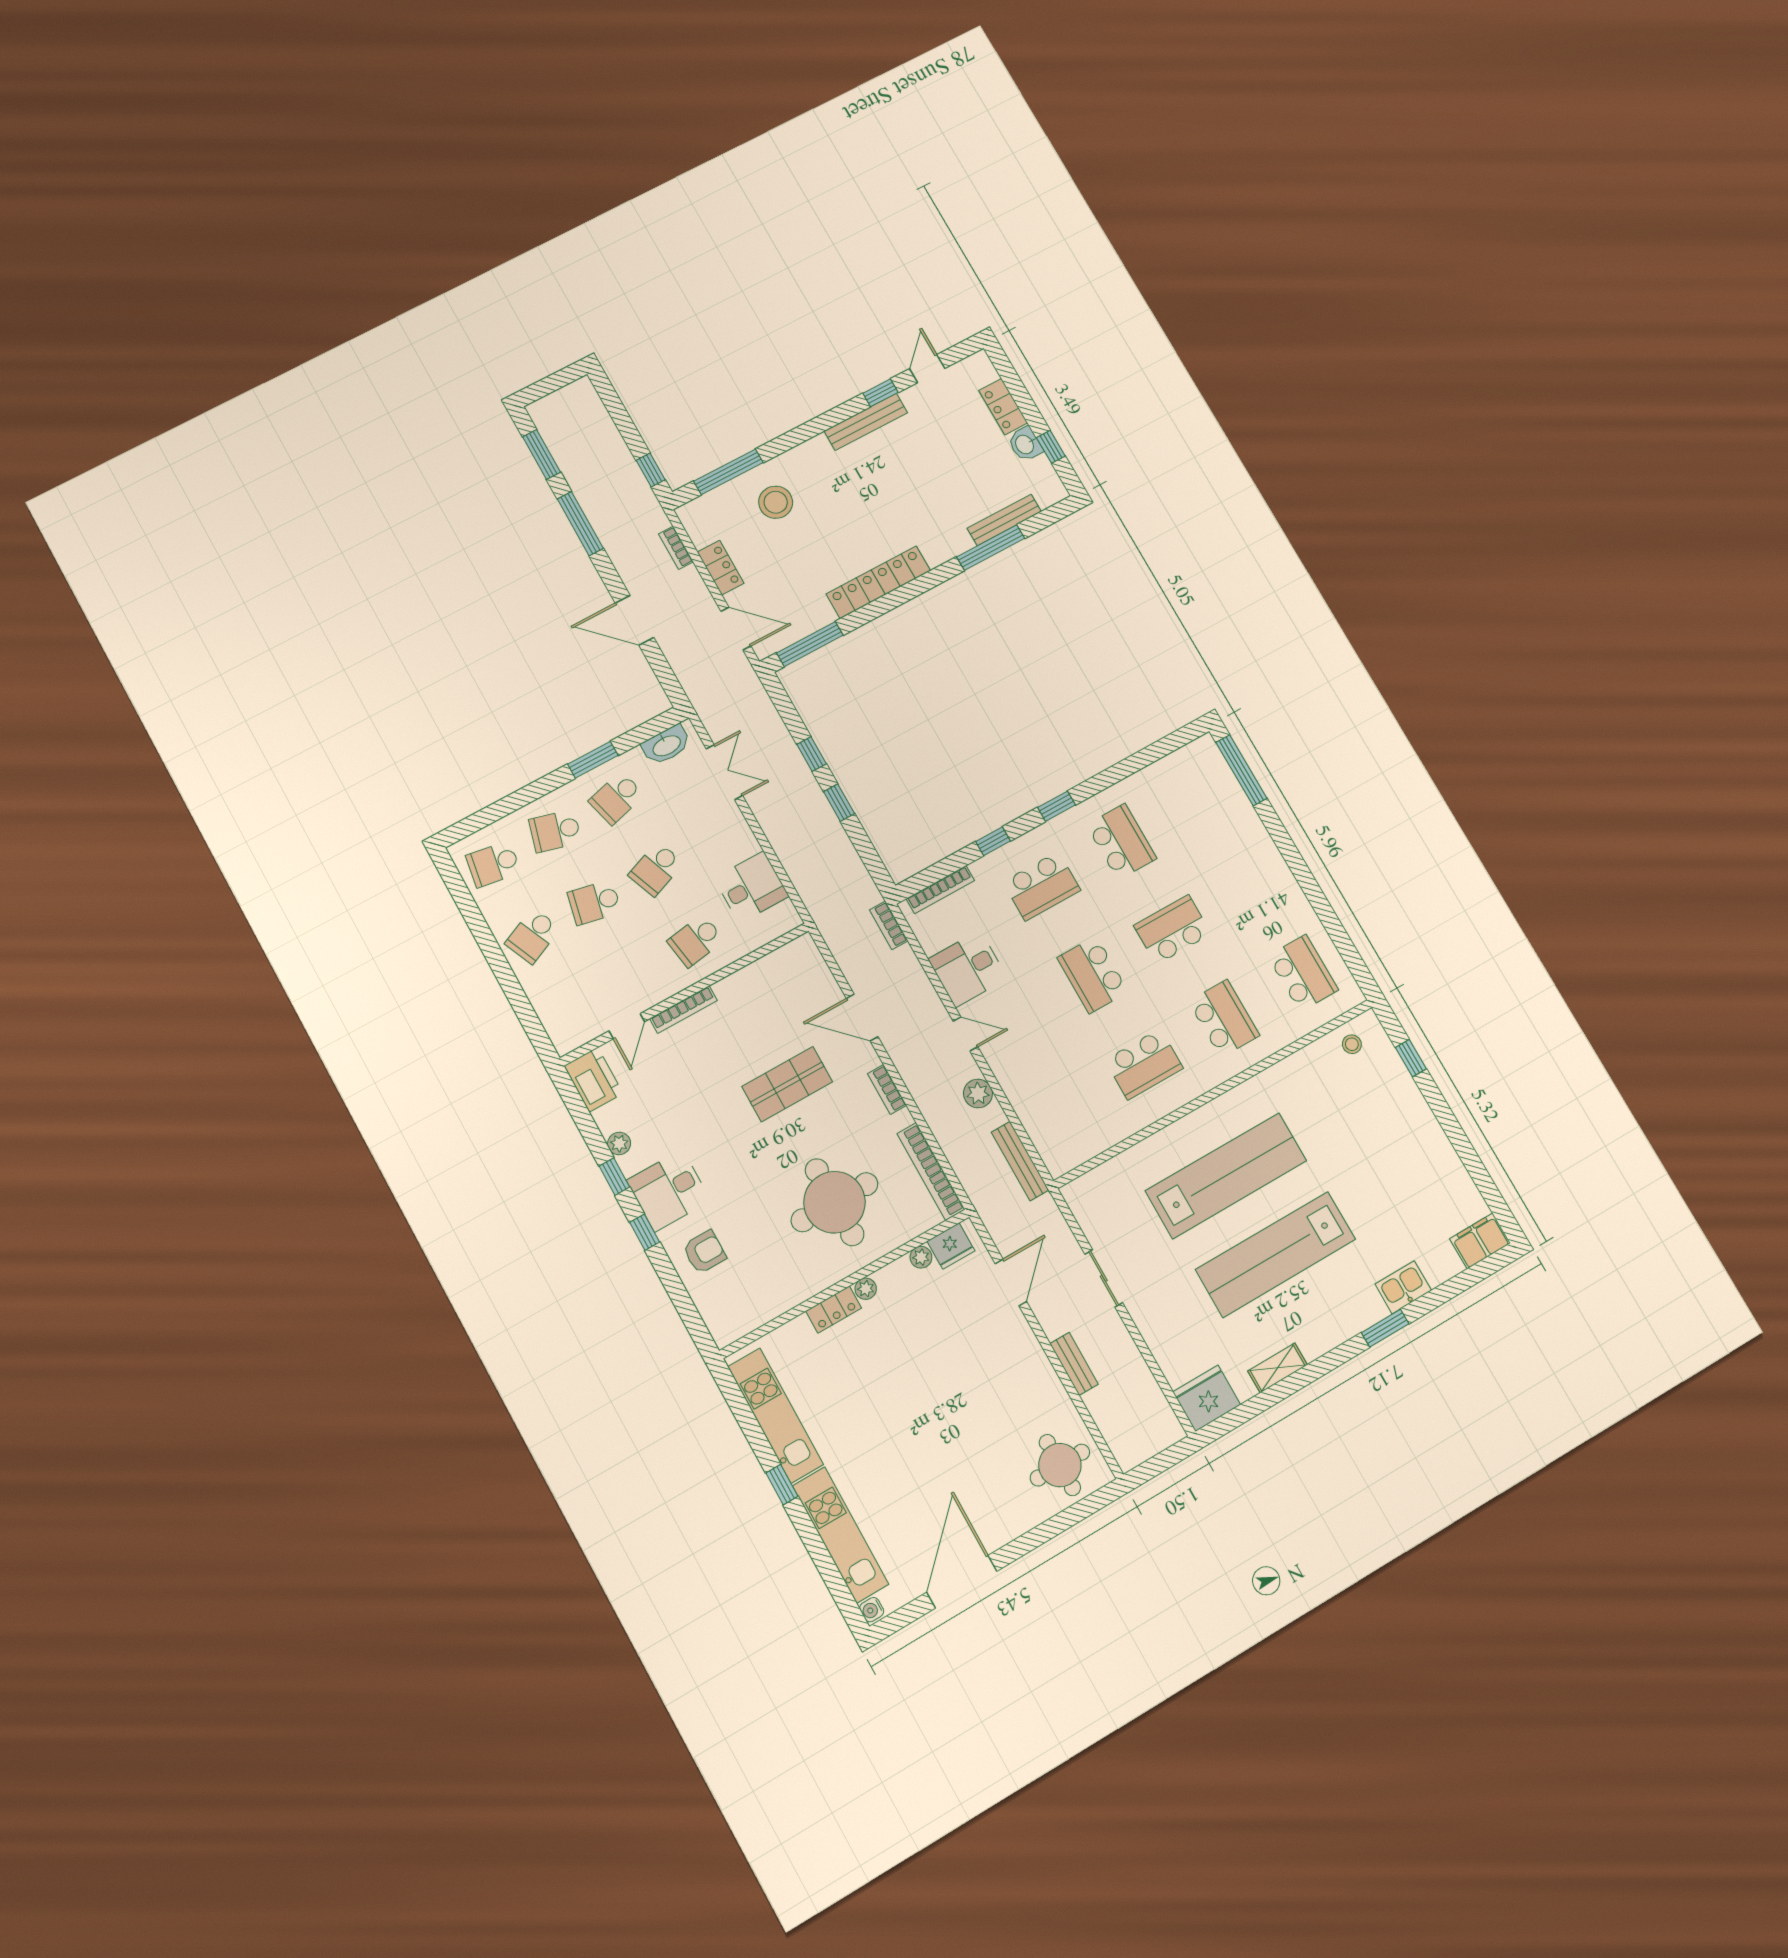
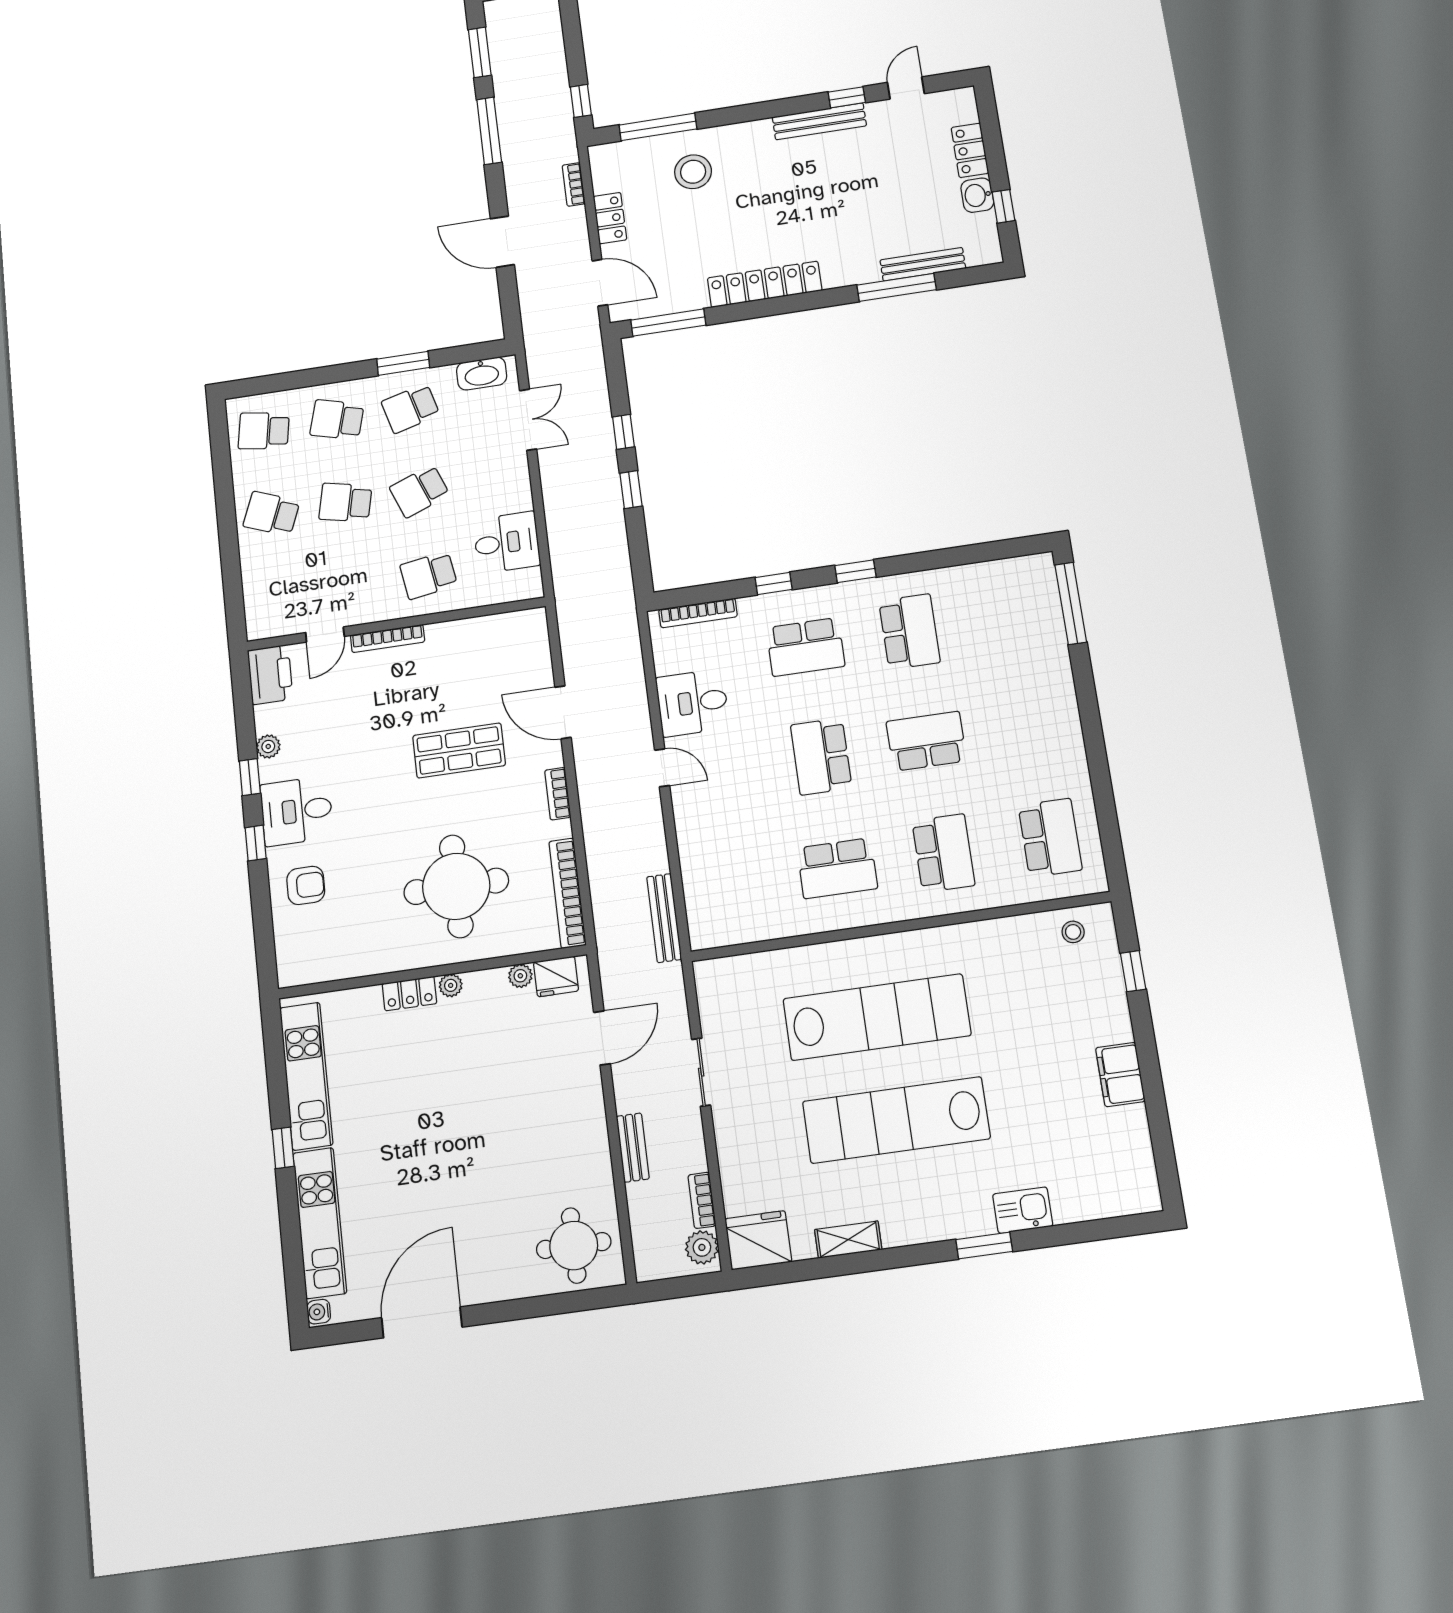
bookcase: (889, 925) -> (702, 1200), moved
school desk: (533, 936) -> (271, 514), turned 45
plant: (978, 1094) -> (702, 1247), moved
filing cabinet: (1480, 1241) -> (1120, 1075), moved, turned -90

